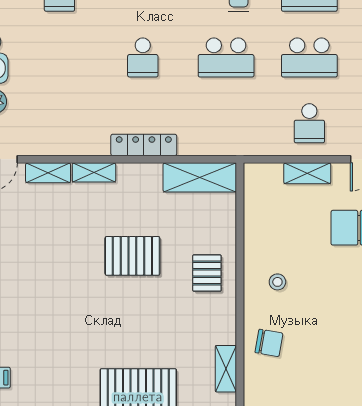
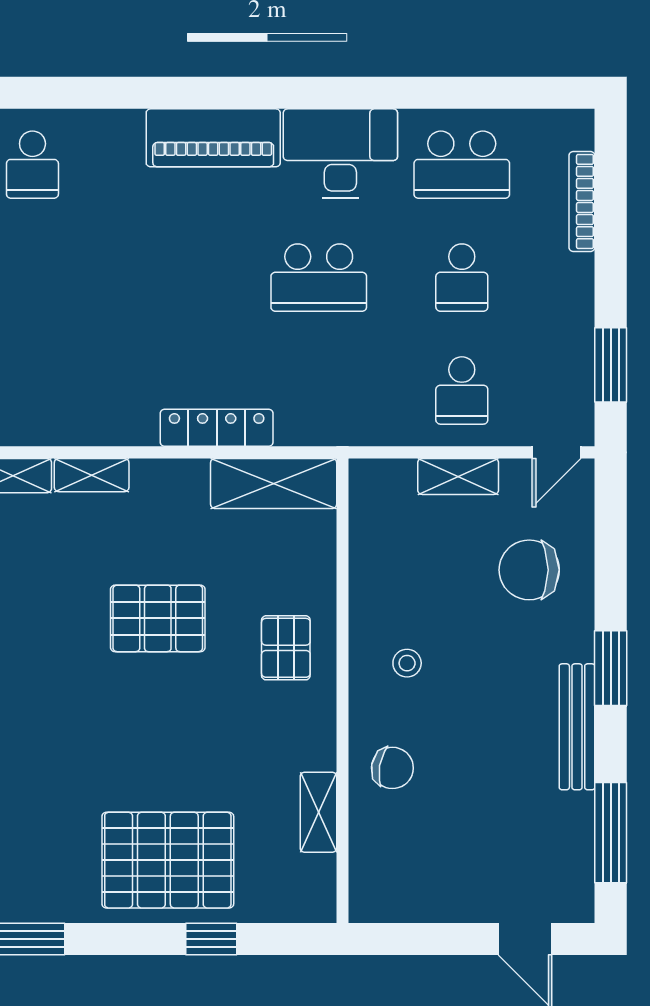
school desk: (143, 58) -> (176, 278), removed
school desk: (309, 58) -> (462, 278), width x0.54
locker: (144, 145) -> (217, 428), moved

